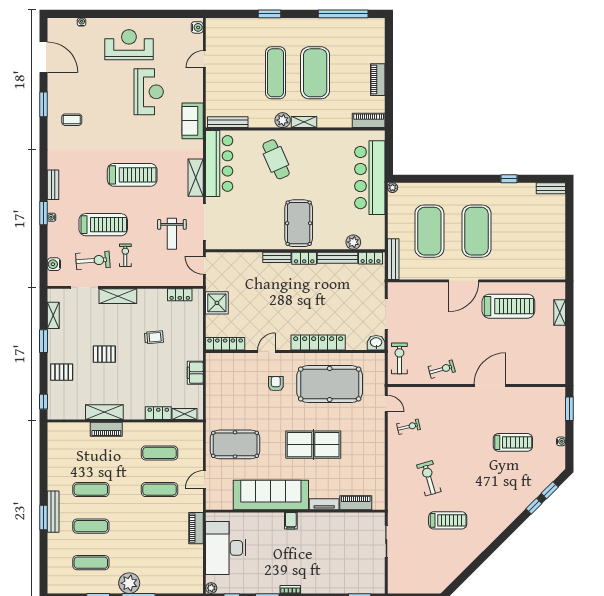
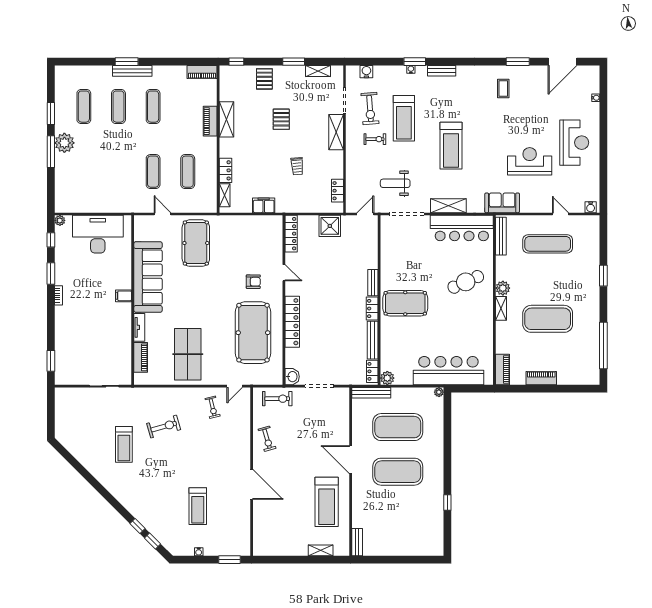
exercise mat: (275, 73) -> (548, 244), moved
reception desk: (149, 92) -> (530, 161), turned 180
bench: (551, 188) -> (357, 542), moved
plant: (353, 242) -> (387, 378), moved
table tennis table: (313, 445) -> (188, 354), moved
piano: (196, 528) -> (202, 72), moved, turned 180

